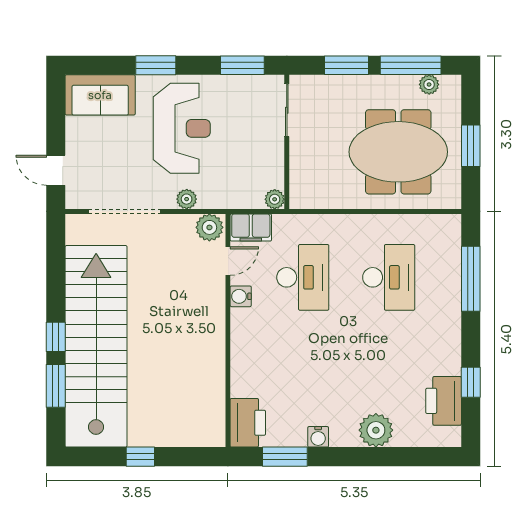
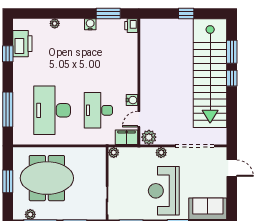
desk: (389, 277) -> (52, 110), width x1.36, depth x1.30
printer: (248, 423) -> (131, 26), width x0.53, depth x0.68
plant: (376, 430) -> (55, 23), width x0.53, depth x0.53

